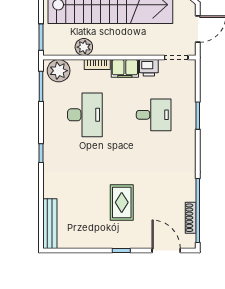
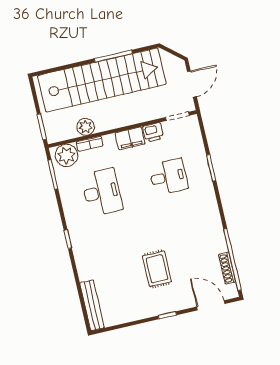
bookcase: (97, 65) -> (90, 144), moved

